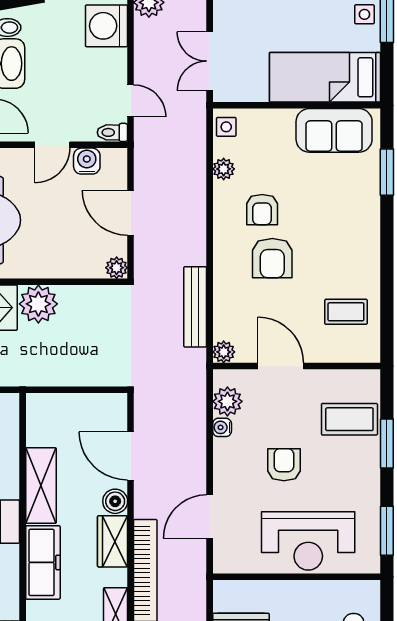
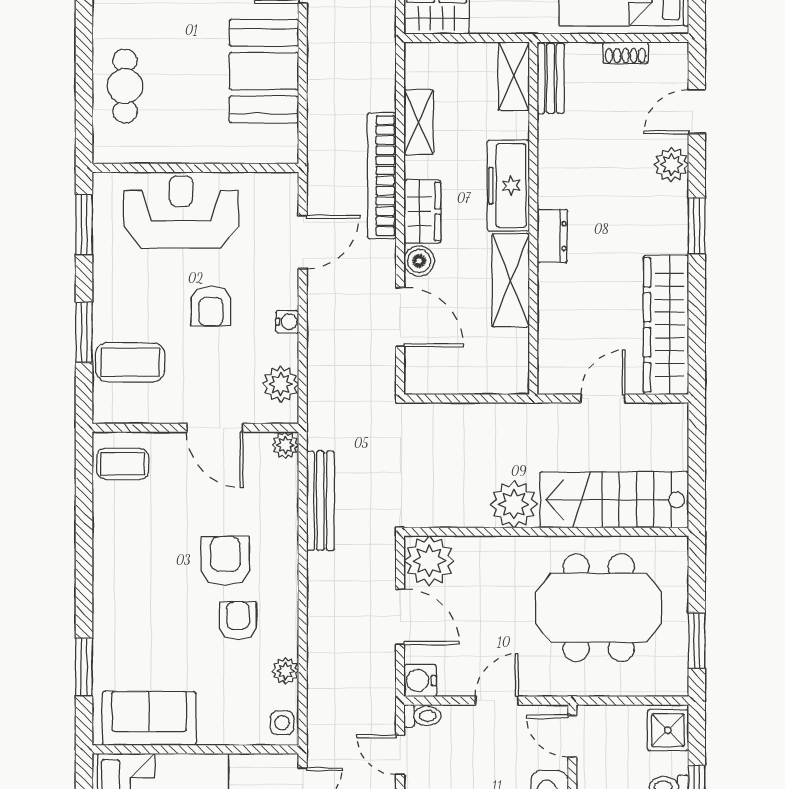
water cooler: (87, 161) -> (420, 681), moved, turned 90
plant: (117, 268) -> (429, 561), width x1.88, depth x1.88
coffee table: (346, 312) -> (123, 464), moved
water cooler: (222, 427) -> (287, 322), moved

